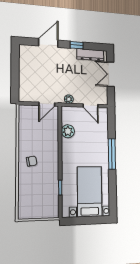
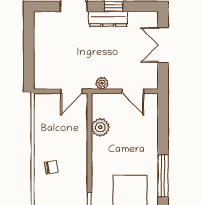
dresser: (90, 55) -> (108, 19), moved
window: (112, 154) -> (163, 176), moved

